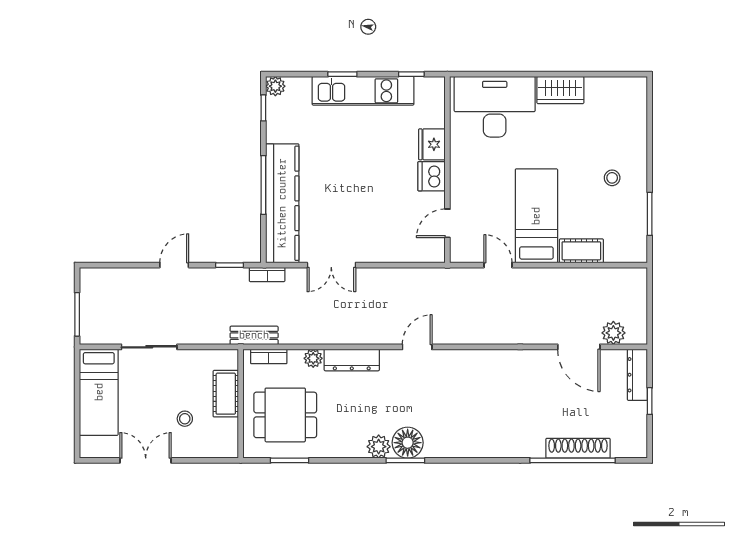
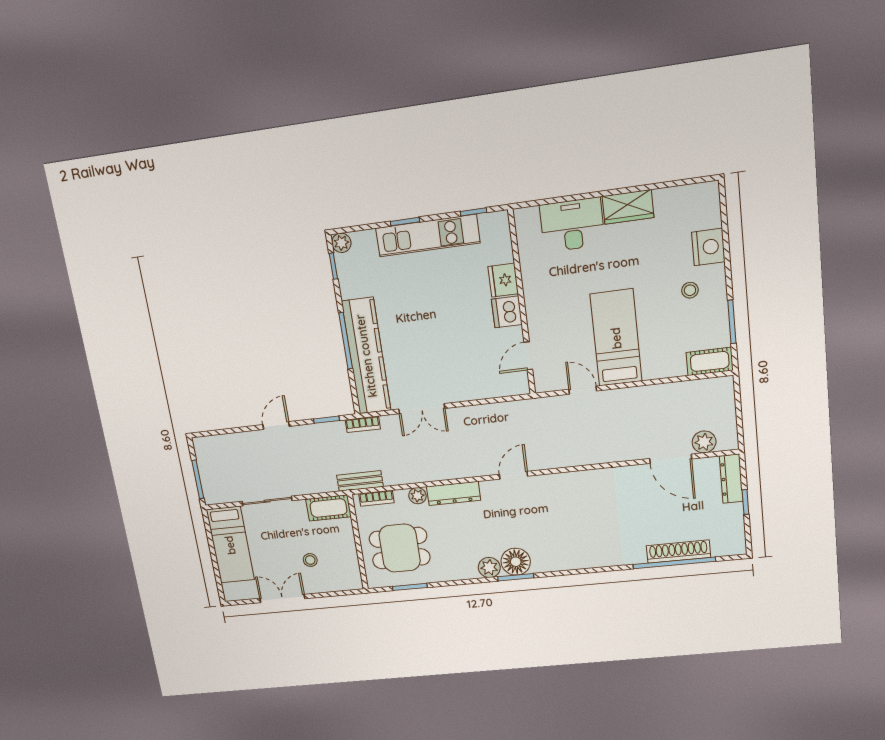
desk: (495, 107) -> (572, 225), width x0.73, depth x0.77
nightstand: (633, 138) -> (708, 247), added
cot: (581, 251) -> (710, 361), moved
cot: (226, 394) -> (328, 508), moved, turned 90

